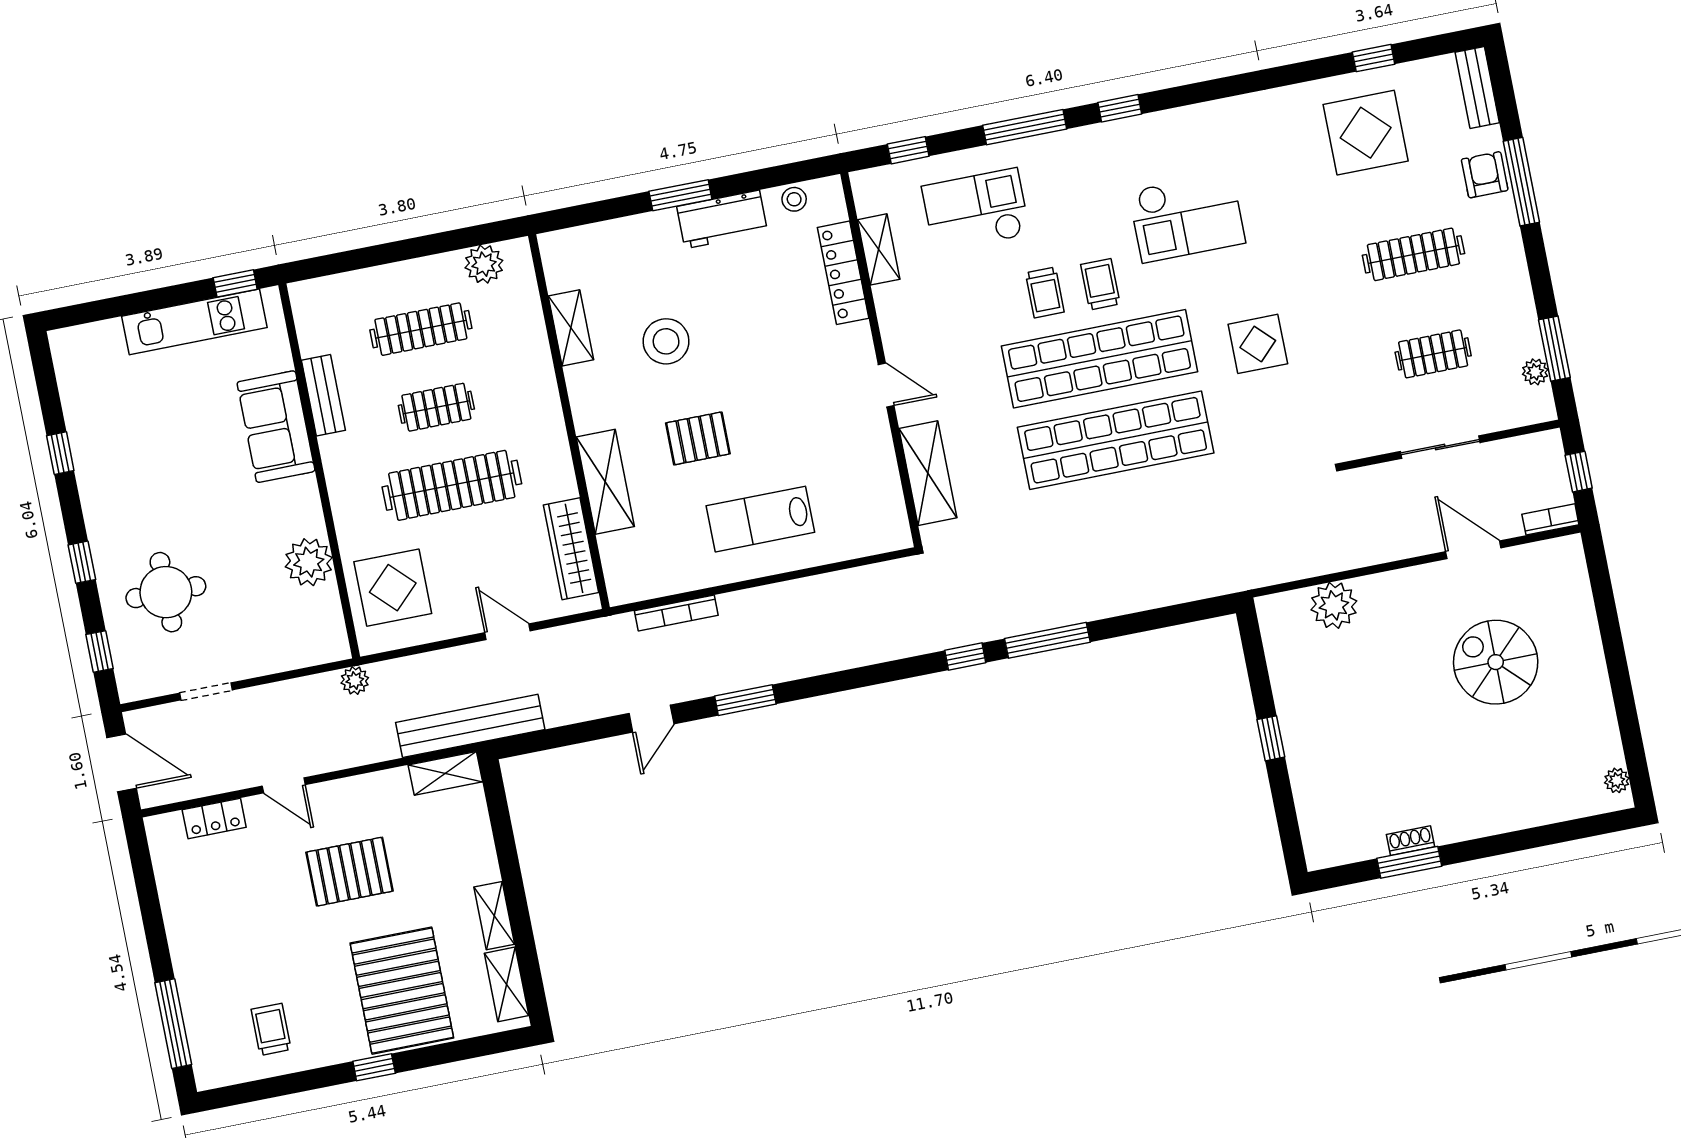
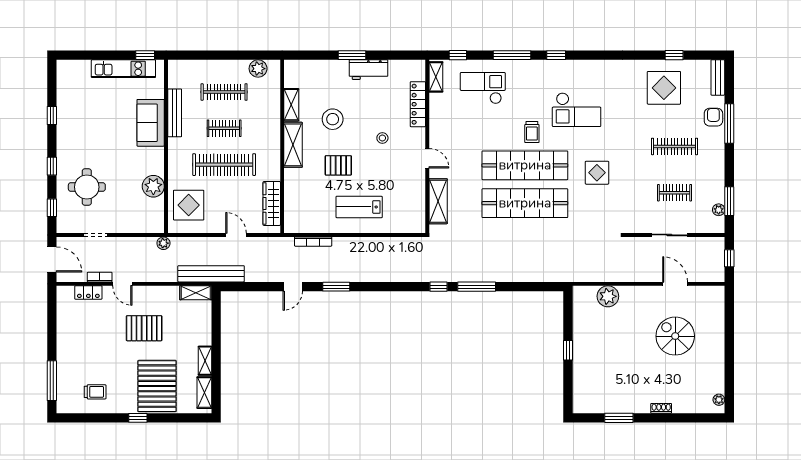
stool: (794, 199) -> (382, 138), moved
shelving: (879, 249) -> (436, 77), moved
trolley: (1100, 284) -> (532, 132), turned 180
trolley: (1045, 292) -> (506, 131), removed
bench: (323, 395) -> (175, 113), width x1.36
shelving: (605, 482) -> (293, 145), moved
bookcase: (1550, 519) -> (100, 277), moved
shoe rack: (1410, 841) -> (661, 408), moved
trolley: (271, 1029) -> (95, 392), turned 90

